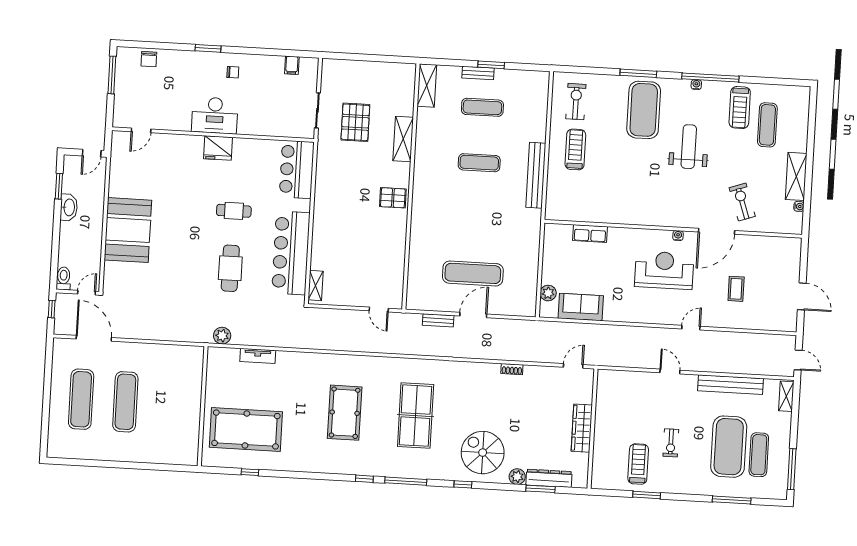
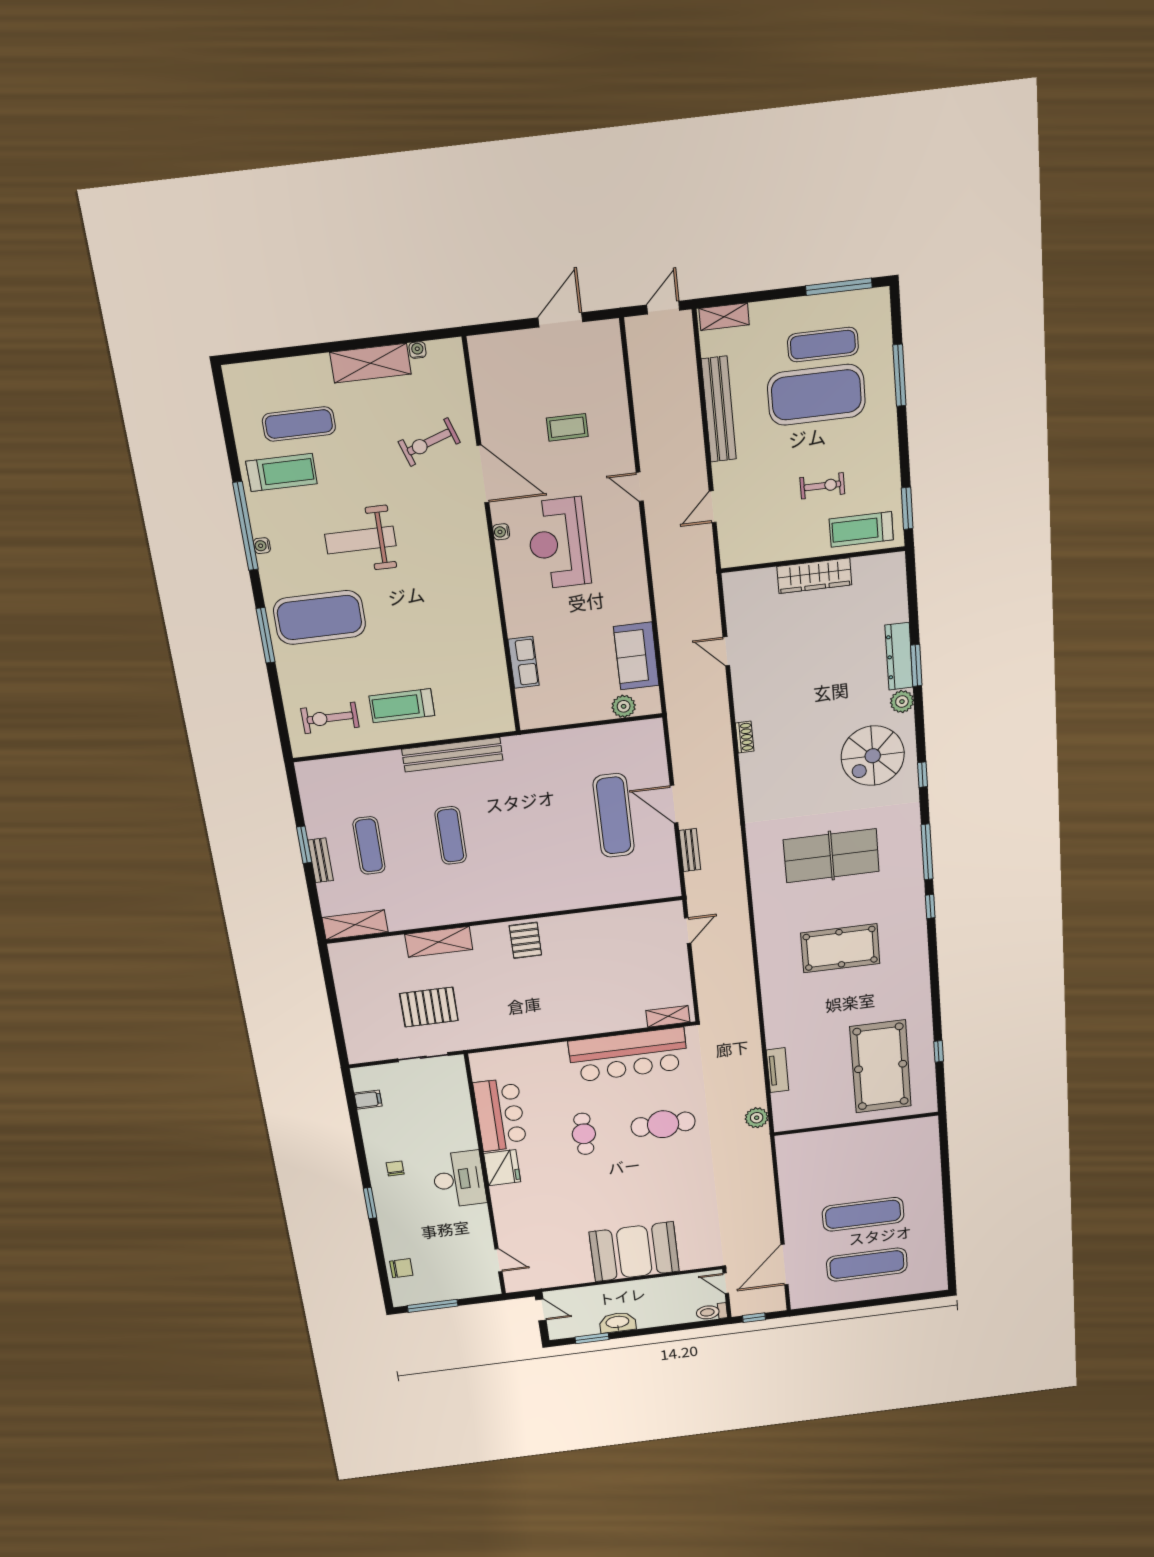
bar counter: (297, 169) -> (500, 1115), moved, turned -90
wardrobe: (582, 428) -> (814, 576), moved
wall: (593, 429) -> (813, 560), moved

